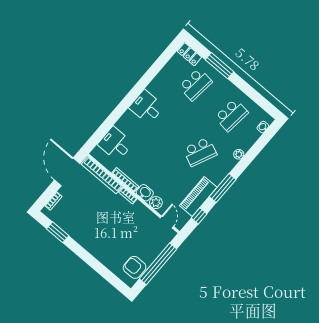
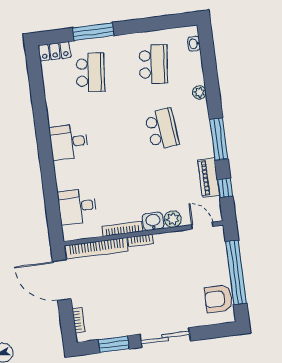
school desk: (200, 152) -> (162, 129), turned -30
piano: (198, 196) -> (209, 178), width x0.73, depth x0.75
sliding door: (87, 257) -> (165, 338), added

